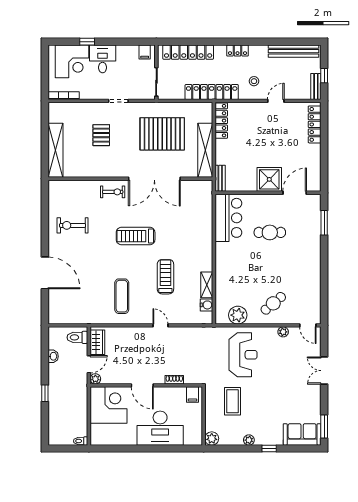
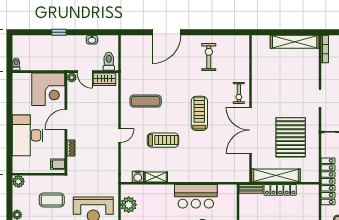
locker: (221, 121) -> (280, 190), moved
pallet: (101, 135) -> (290, 83), removed
shelving: (55, 150) -> (295, 42), moved
bar counter: (228, 218) -> (196, 196), moved

